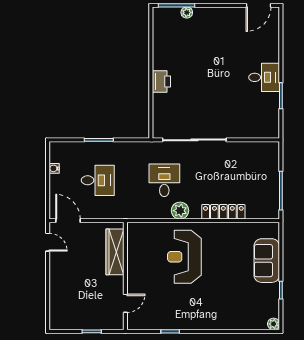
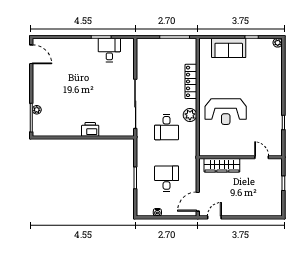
desk: (264, 77) -> (109, 50), moved
desk: (164, 180) -> (167, 127), turned -90

